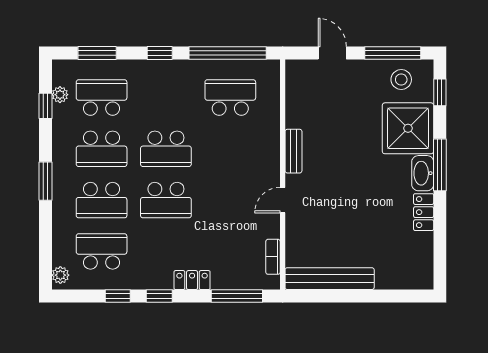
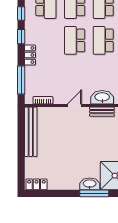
washbasin: (268, 151) -> (102, 97), added
door: (283, 200) -> (75, 106), hinge flipped
locker: (424, 212) -> (36, 184), moved

